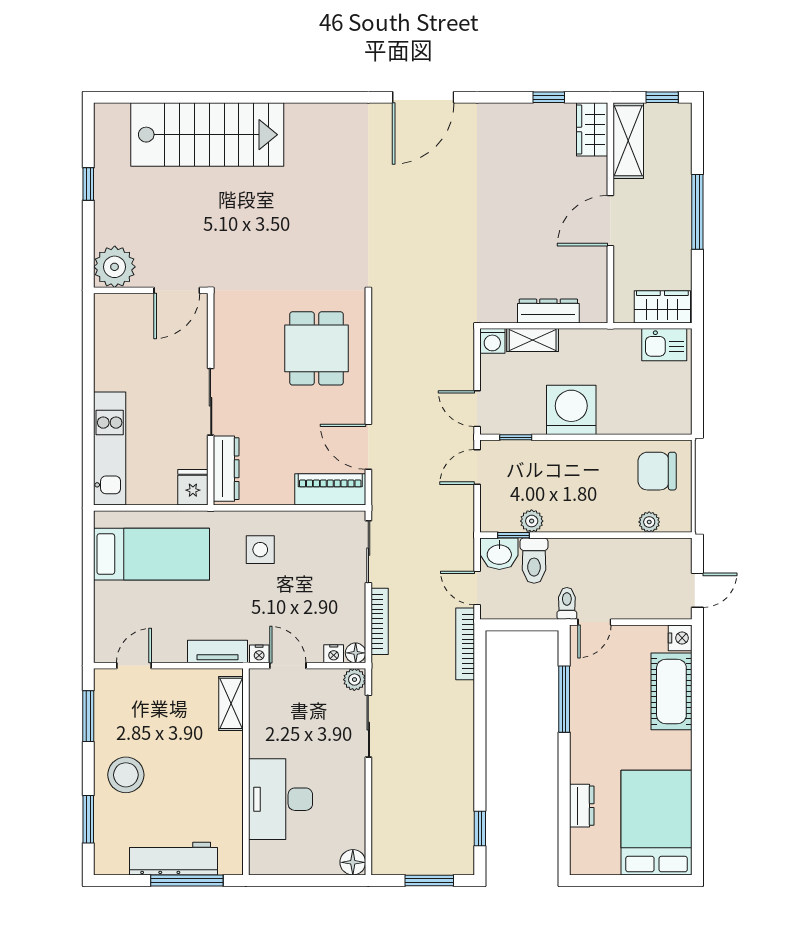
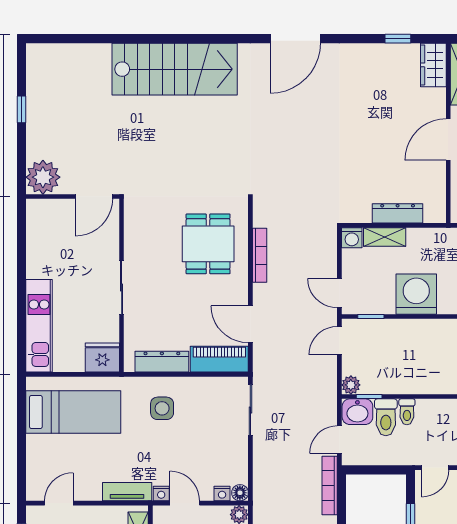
stairs: (207, 135) -> (175, 69), moved
dresser: (226, 469) -> (162, 362), moved, turned -90
fridge: (193, 487) -> (102, 357), width x1.38
plant: (532, 521) -> (351, 385), moved
door: (477, 588) -> (339, 440), hinge flipped
toilet: (567, 603) -> (407, 412), moved, turned 180
bookcase: (380, 621) -> (260, 255), moved

